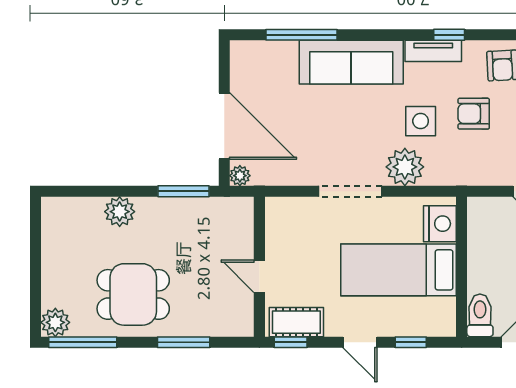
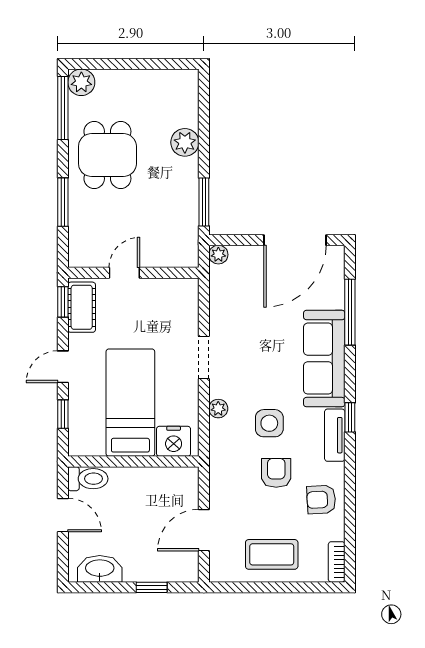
window: (449, 35) -> (350, 417), moved
door: (224, 126) -> (295, 240), moved
plant: (405, 167) -> (218, 409), width x0.53, depth x0.53
doorway: (350, 191) -> (204, 358), width x0.73

